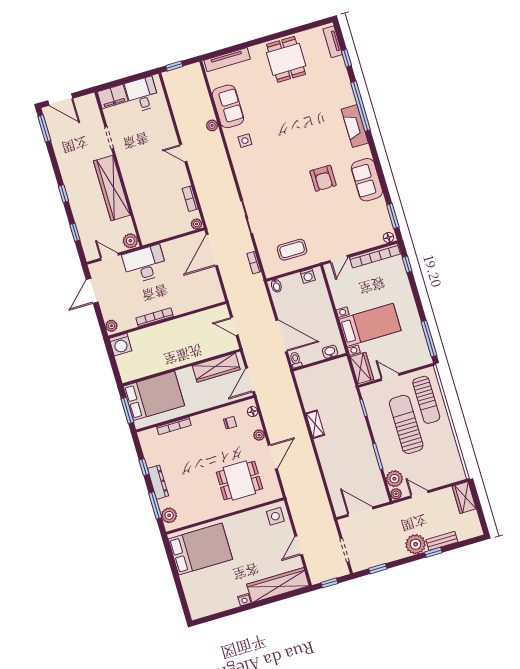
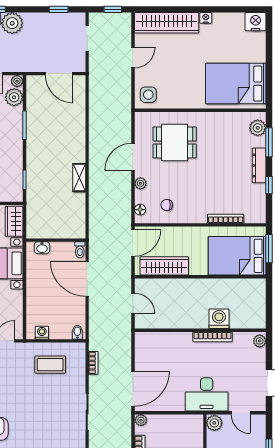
washing machine: (120, 345) -> (219, 319), moved
nightstand: (199, 609) -> (256, 22), added

